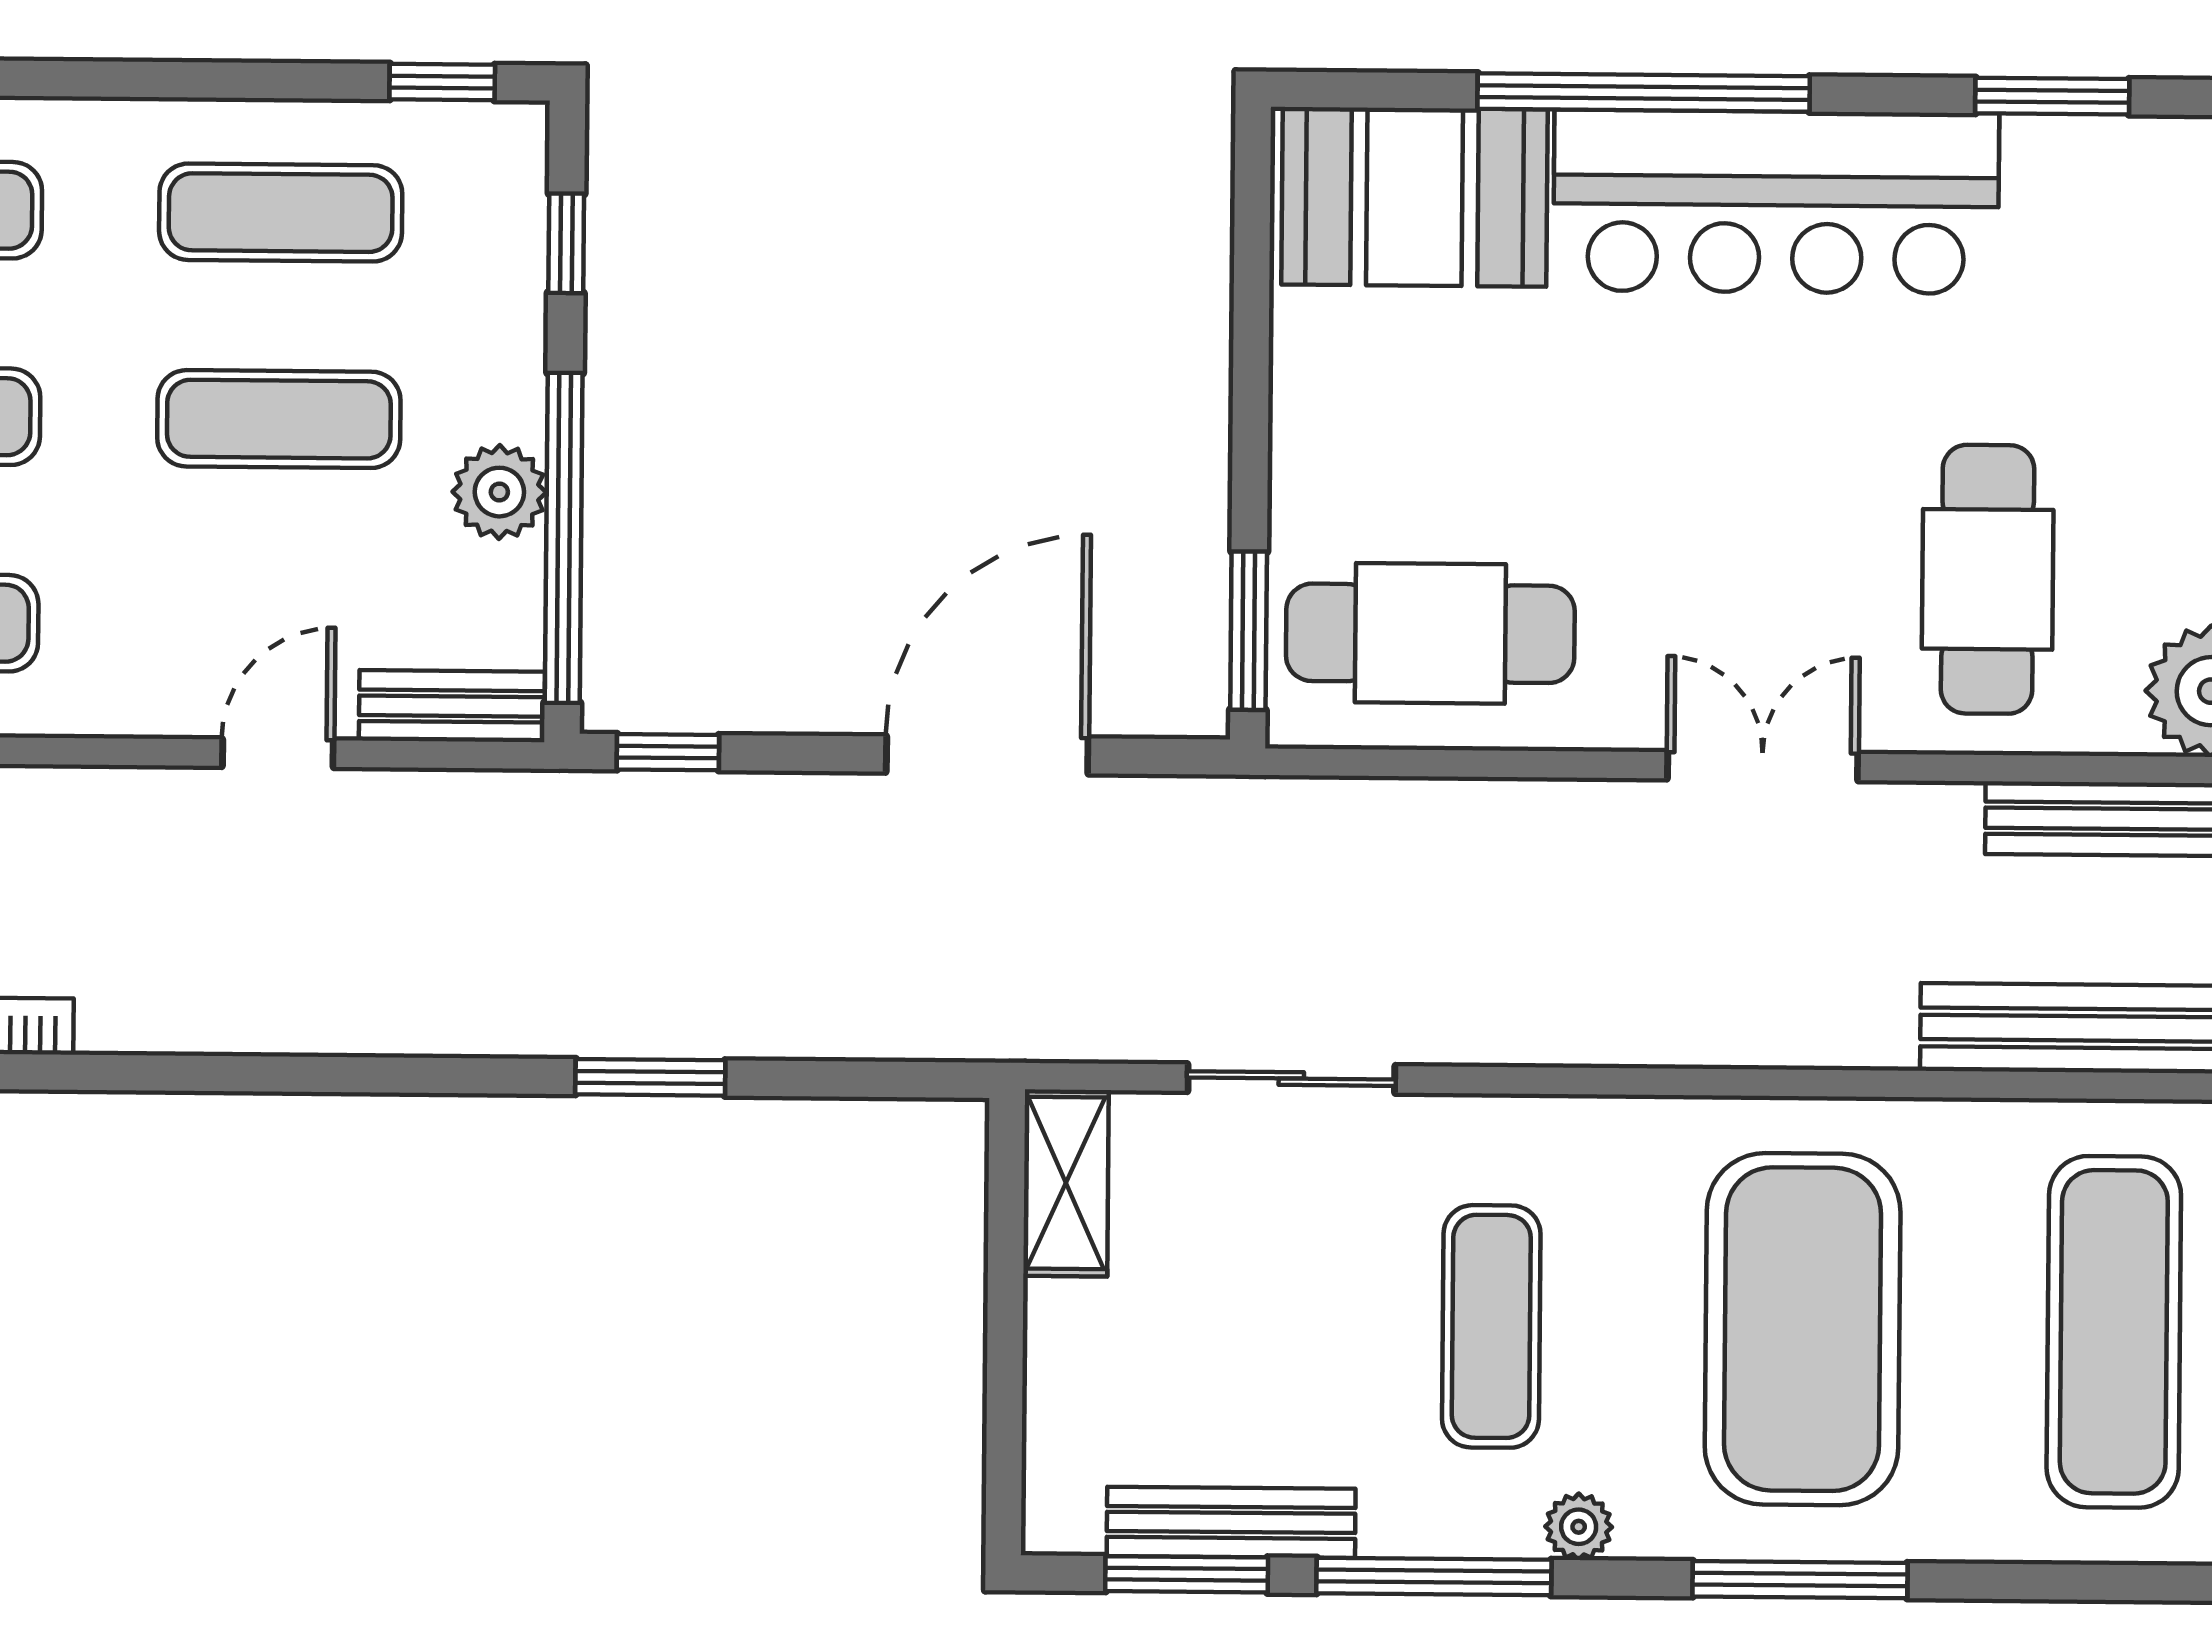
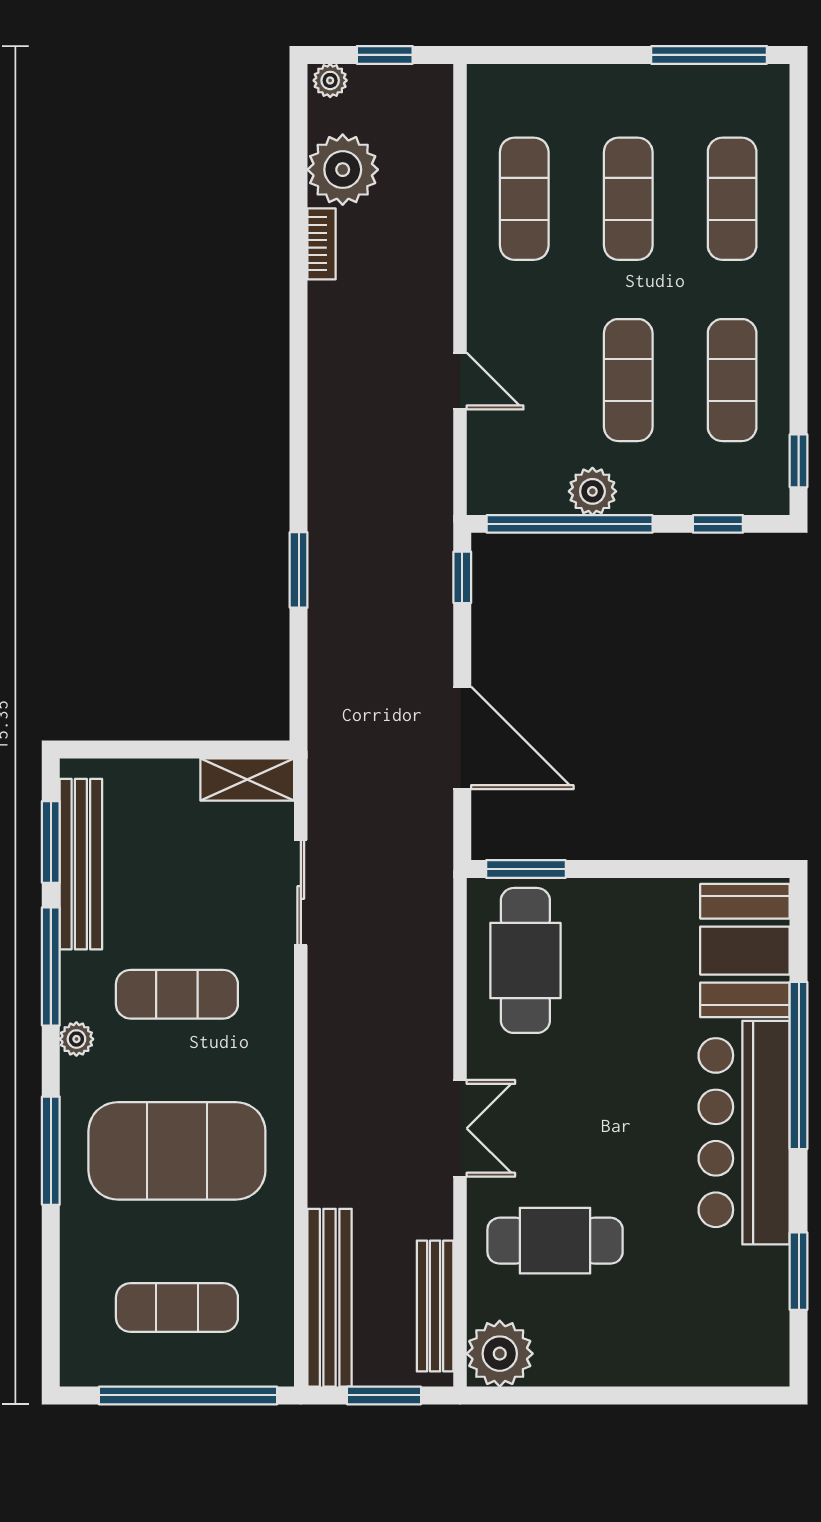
bench: (452, 706) -> (484, 468), removed
exercise mat: (2114, 1332) -> (177, 1308), width x0.73, depth x0.69
bench: (1231, 1522) -> (81, 864), width x1.37, depth x1.21

